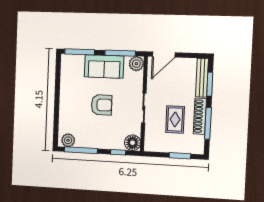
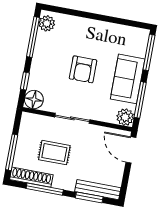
shoe rack: (200, 116) -> (31, 177), moved
window: (180, 156) -> (12, 152), width x1.44

